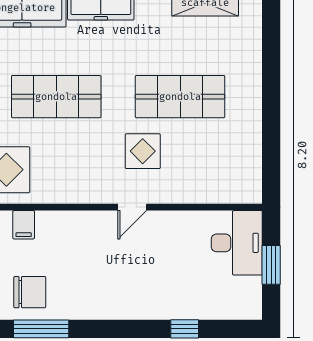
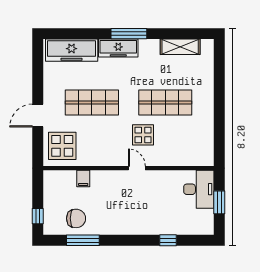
door: (132, 207) -> (137, 168), swing flipped
filing cabinet: (24, 225) -> (83, 179), moved

